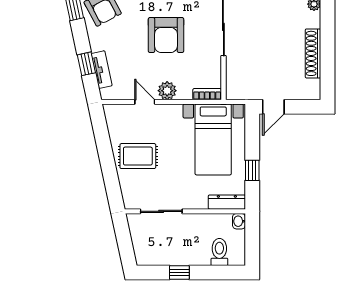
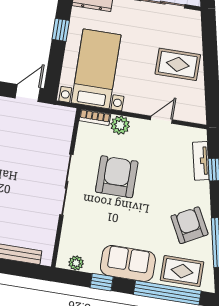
armchair: (166, 35) -> (117, 177), moved
plant: (167, 91) -> (120, 125), moved
door: (145, 102) -> (161, 120), swing flipped

